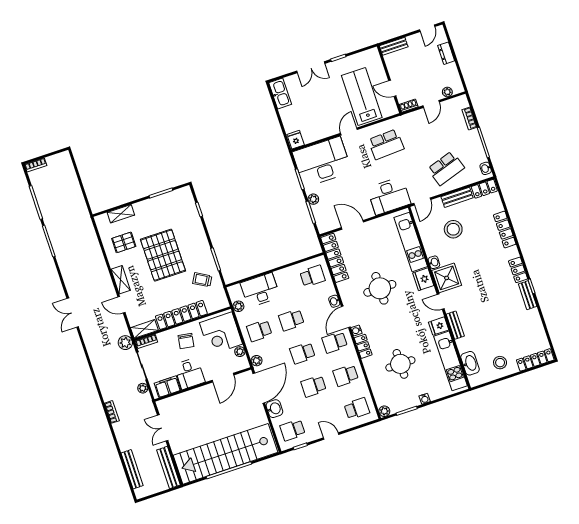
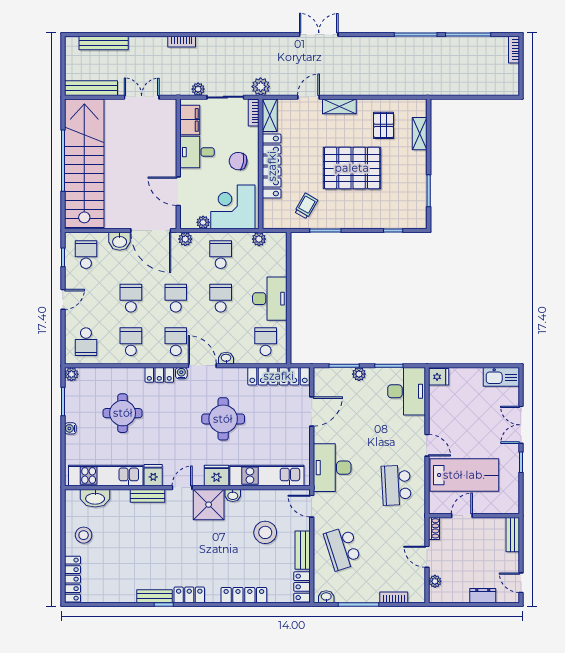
desk: (322, 162) -> (407, 391), width x0.73, depth x0.77
school desk: (312, 276) -> (266, 342), turned 180
desk: (260, 290) -> (270, 299), moved

